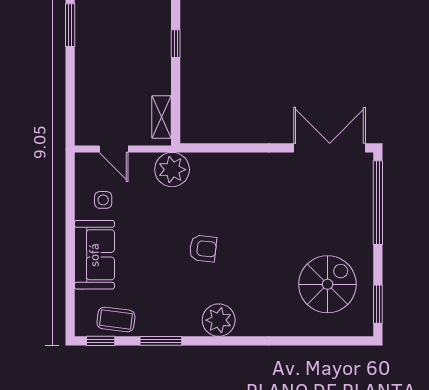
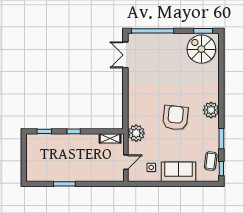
double door: (330, 148) -> (125, 55), width x0.73
armchair: (203, 248) -> (175, 118), width x1.88, depth x1.88
spiral stairs: (327, 284) -> (201, 49), moved

